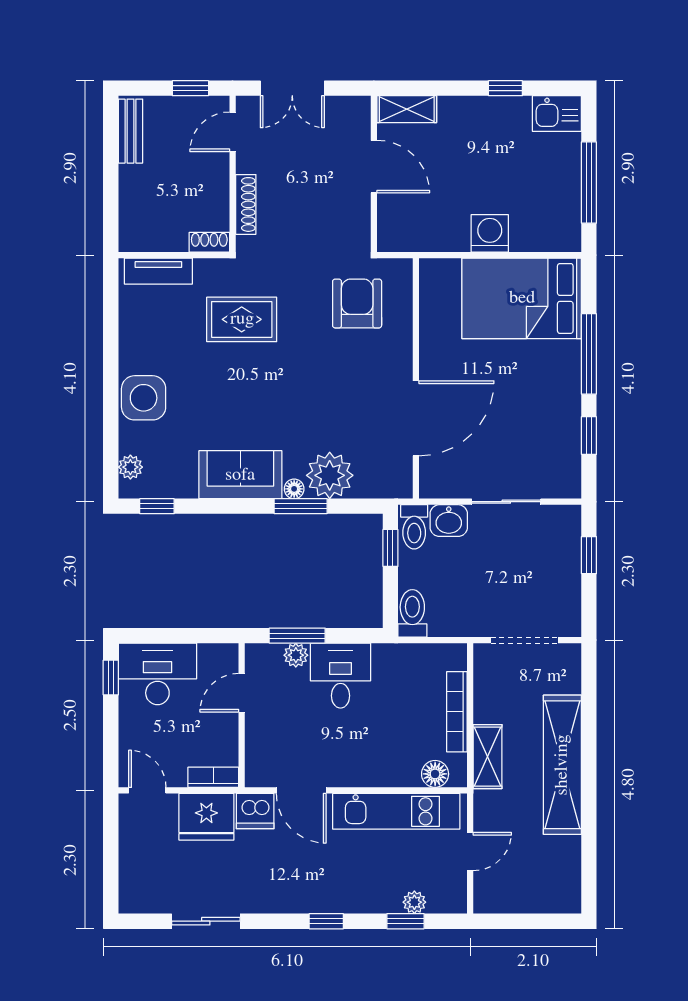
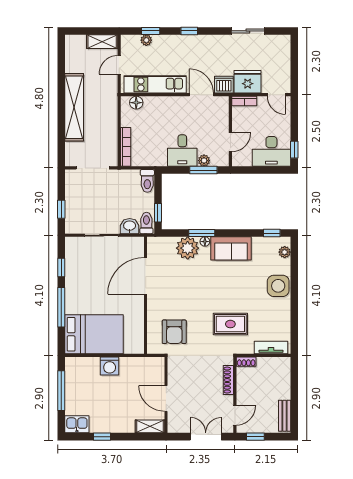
bookcase: (457, 712) -> (126, 147), moved
shelving: (488, 757) -> (102, 42), moved, turned 90

